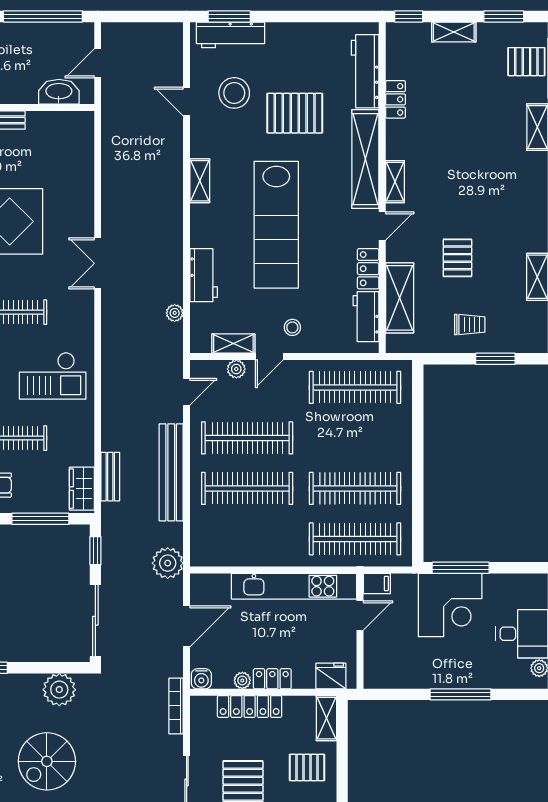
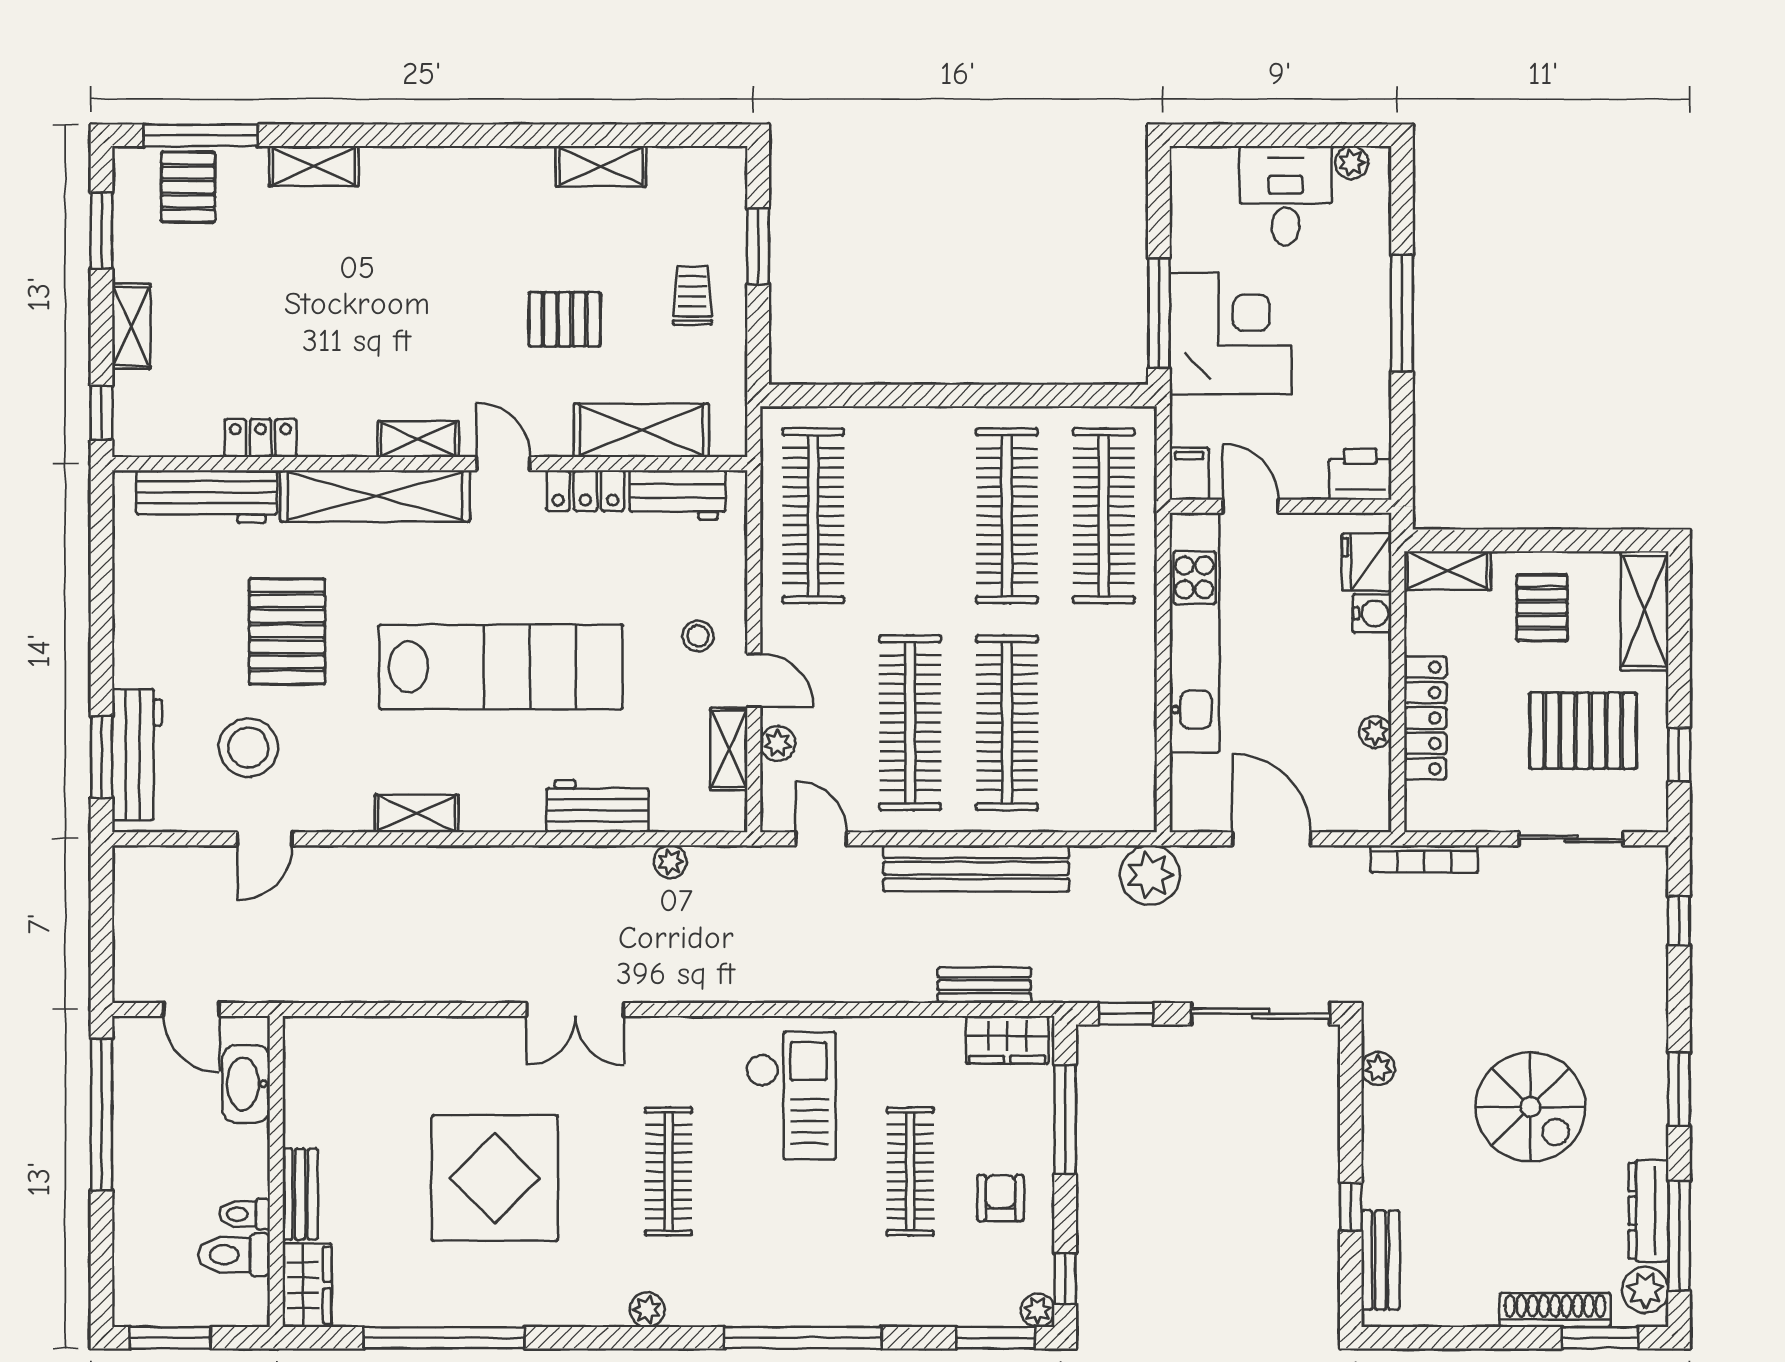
printer: (377, 673) -> (1360, 474), added
water cooler: (201, 679) -> (1372, 613), moved
locker: (272, 679) -> (1372, 674), removed
plant: (59, 690) -> (1378, 1068), width x0.53, depth x0.53

